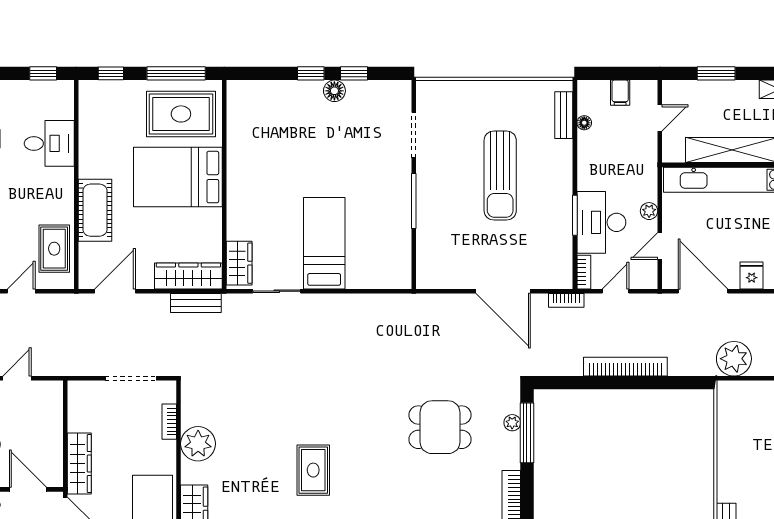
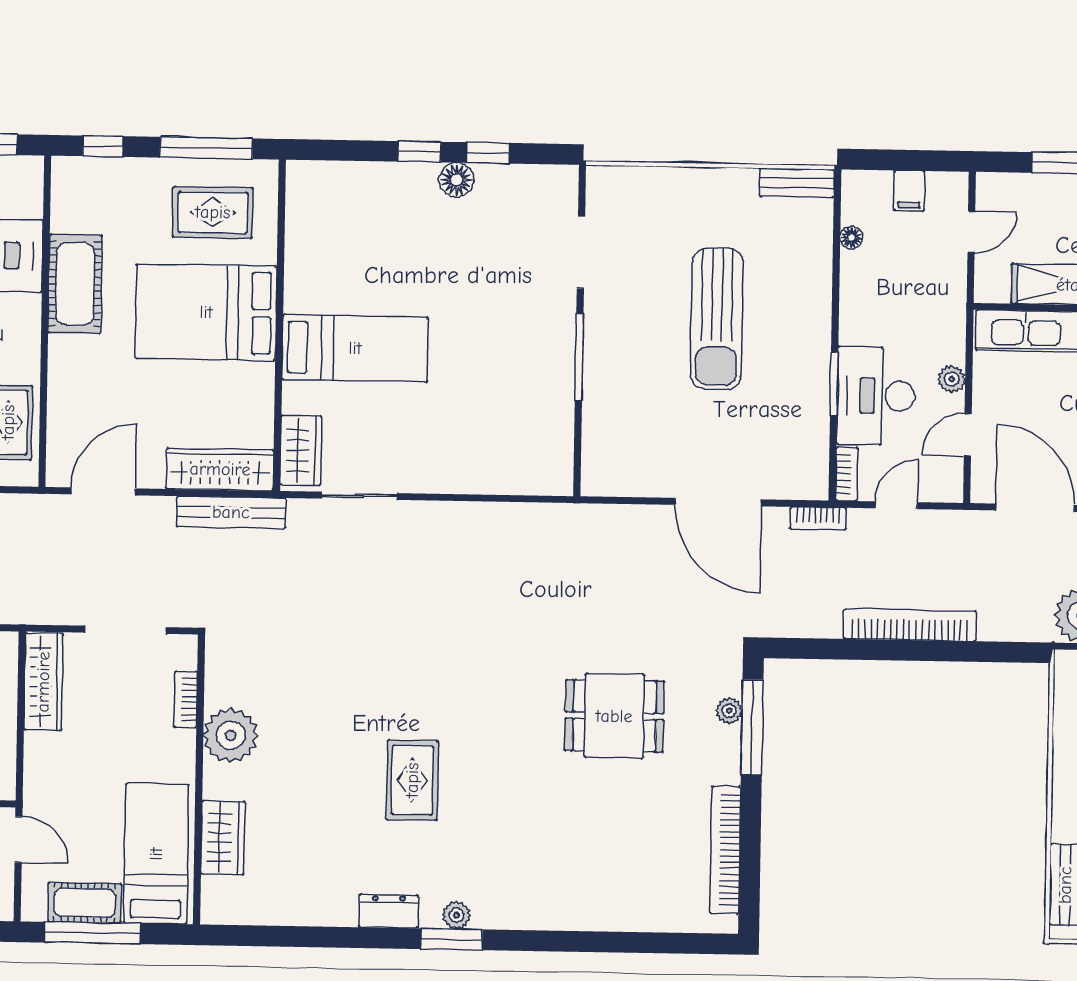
rug: (181, 114) -> (213, 212), width x0.73, depth x0.70
bench: (564, 115) -> (797, 183), moved, turned 90
cot: (95, 210) -> (75, 284), moved
bed: (324, 243) -> (355, 348), moved, turned 90
bench: (196, 303) -> (231, 512), width x1.36
wardrobe: (79, 464) -> (43, 682), moved

